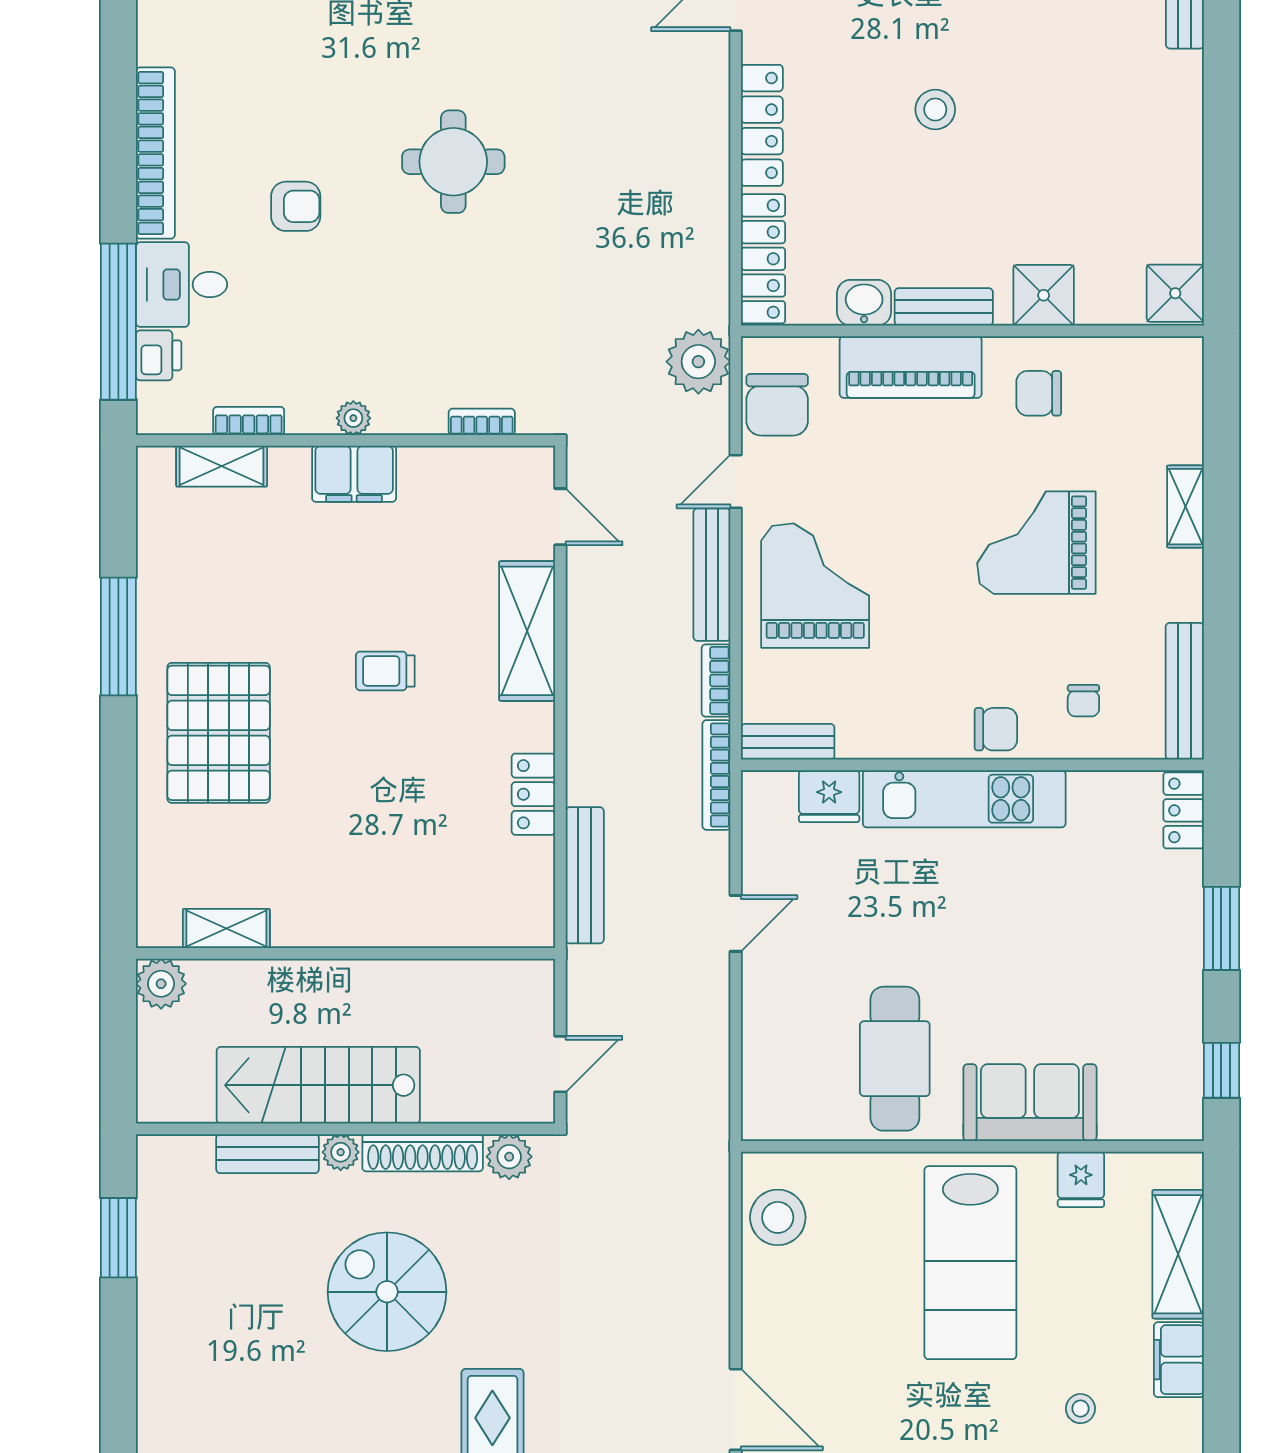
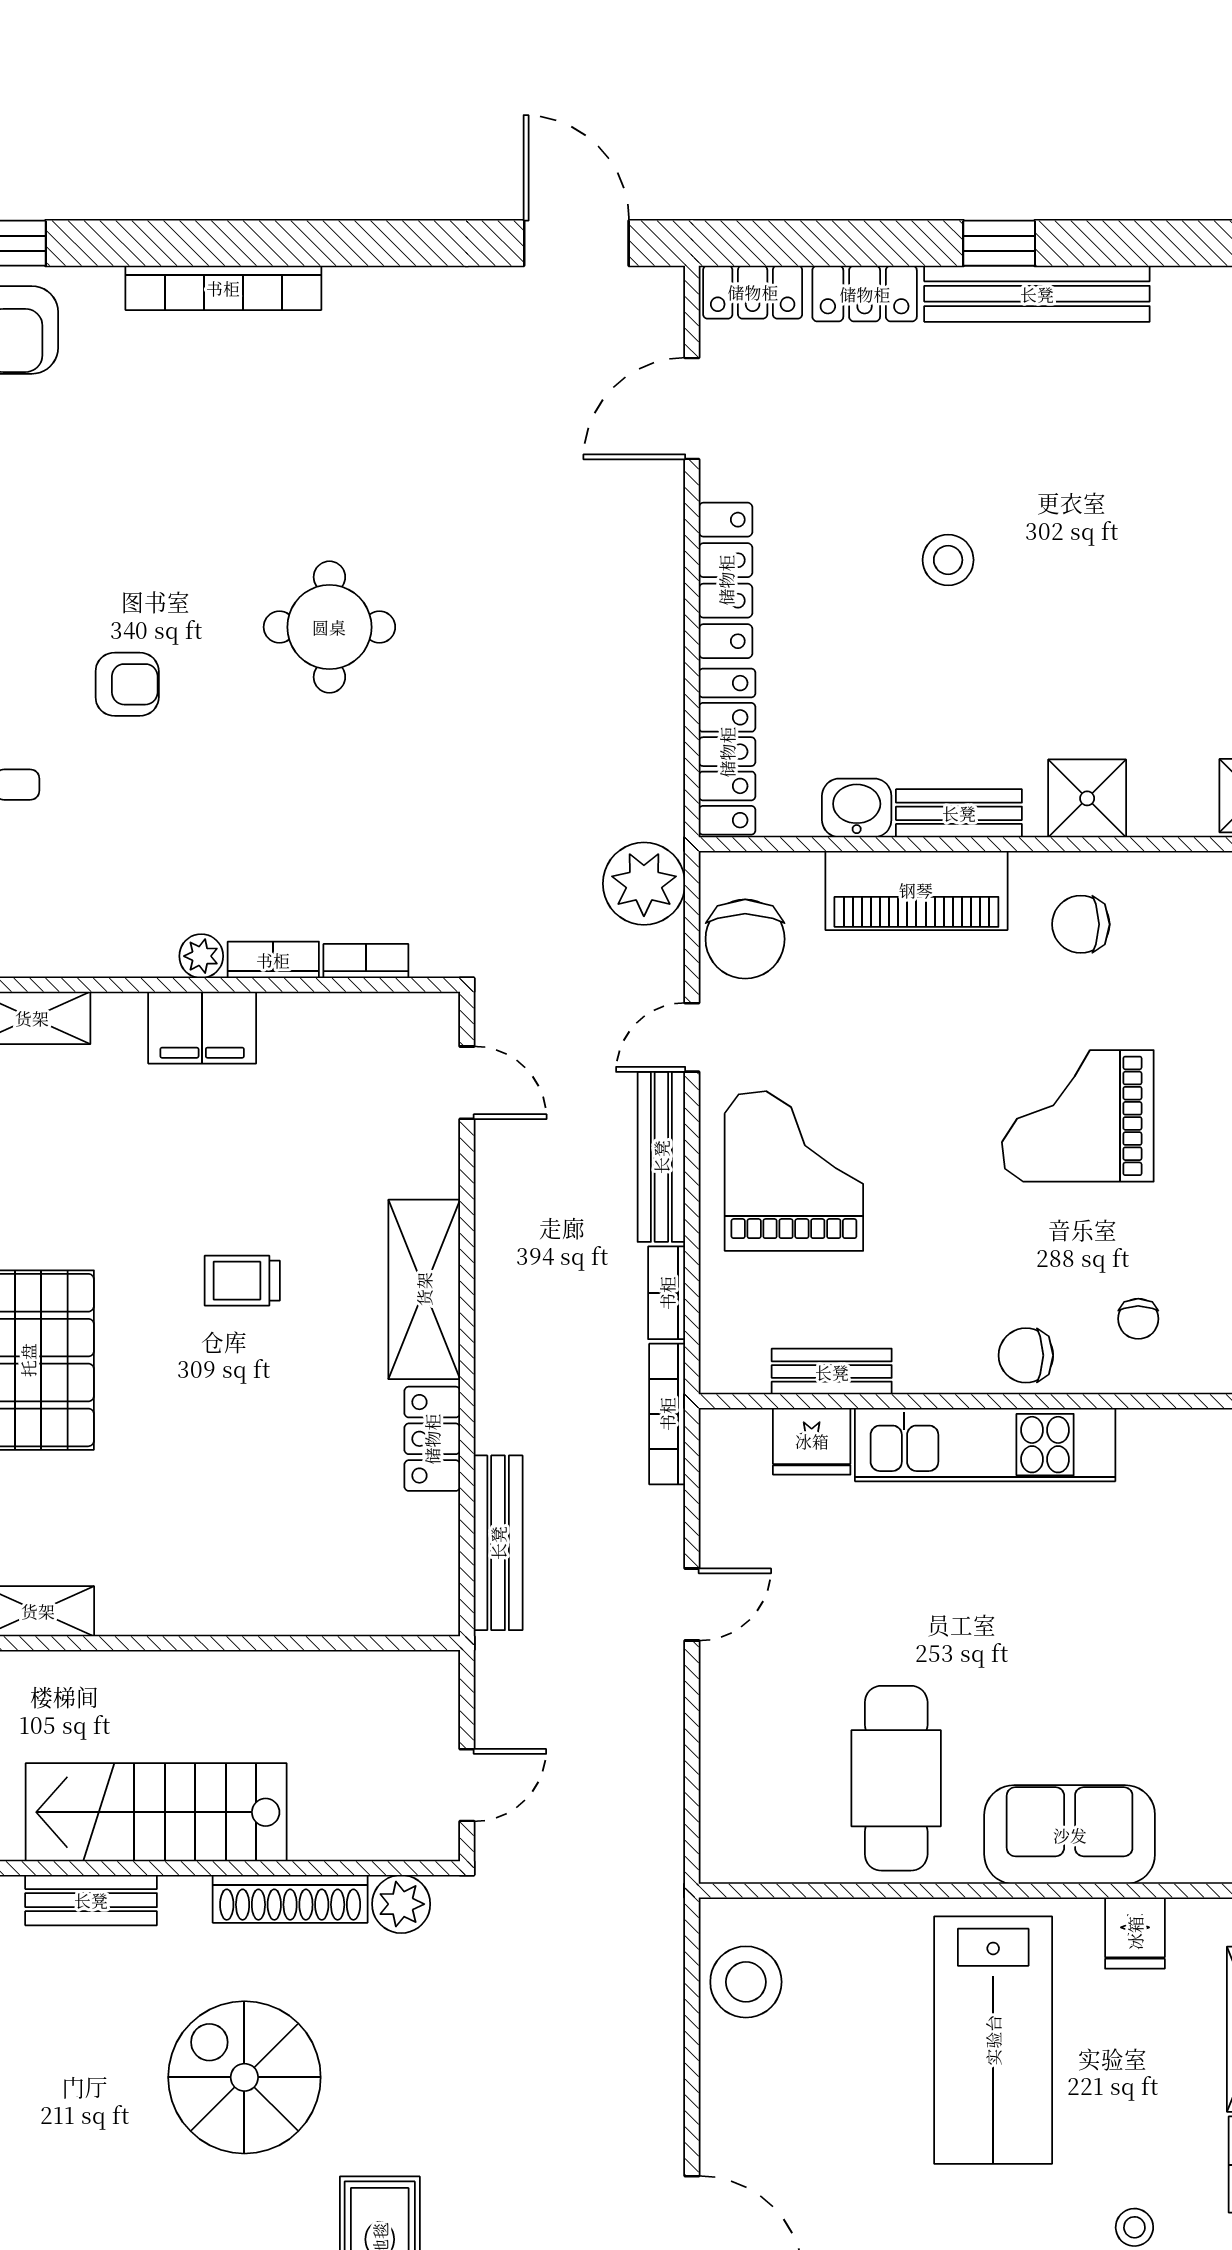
bookcase: (249, 421) -> (273, 960), moved
shelving: (527, 631) -> (424, 1289), moved
chair: (996, 729) -> (1026, 1355), turned 180
bench: (788, 742) -> (832, 1372), moved
plant: (341, 1152) -> (185, 1898), removed

